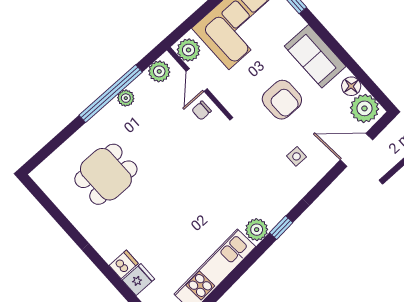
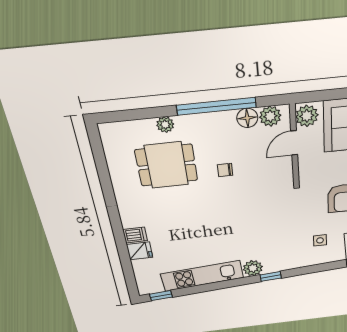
floor lamp: (142, 86) -> (247, 118), added
plant: (126, 98) -> (165, 125), moved
chair: (202, 111) -> (225, 170), moved

